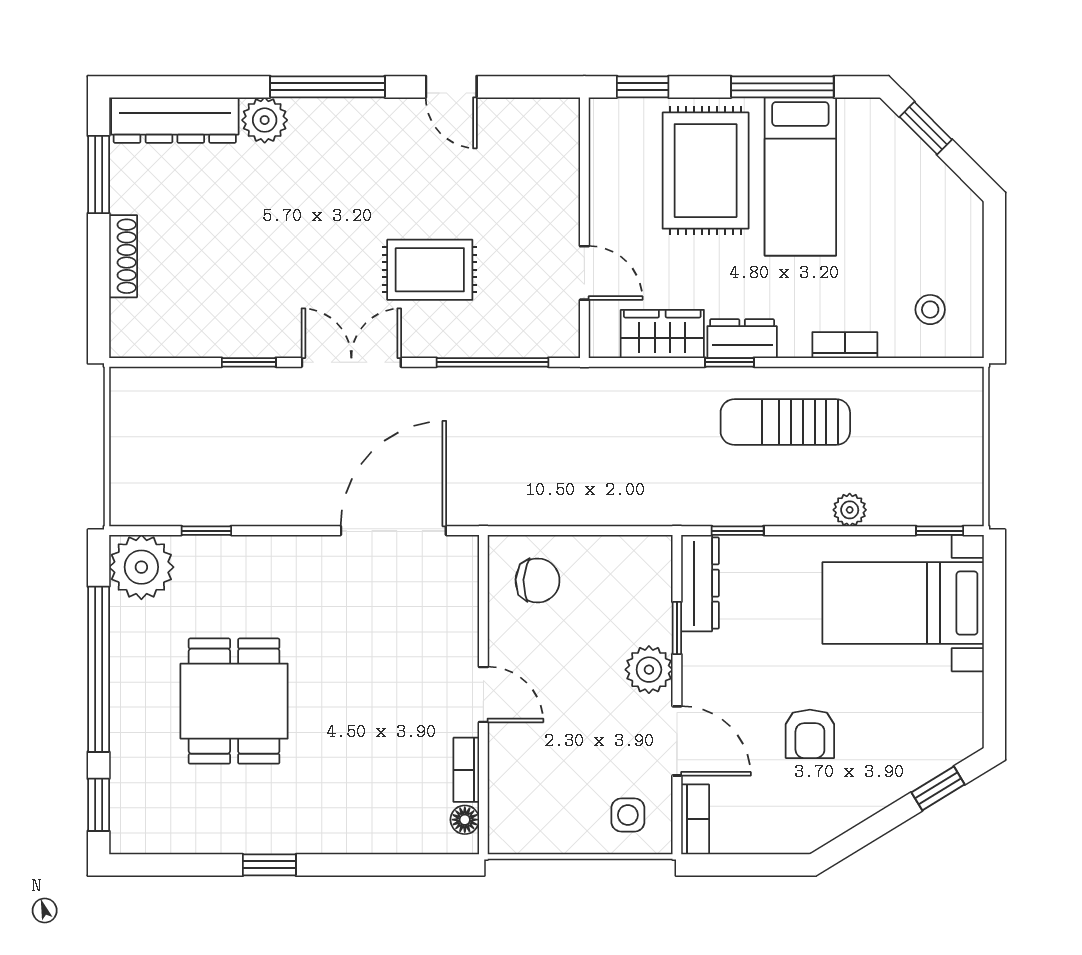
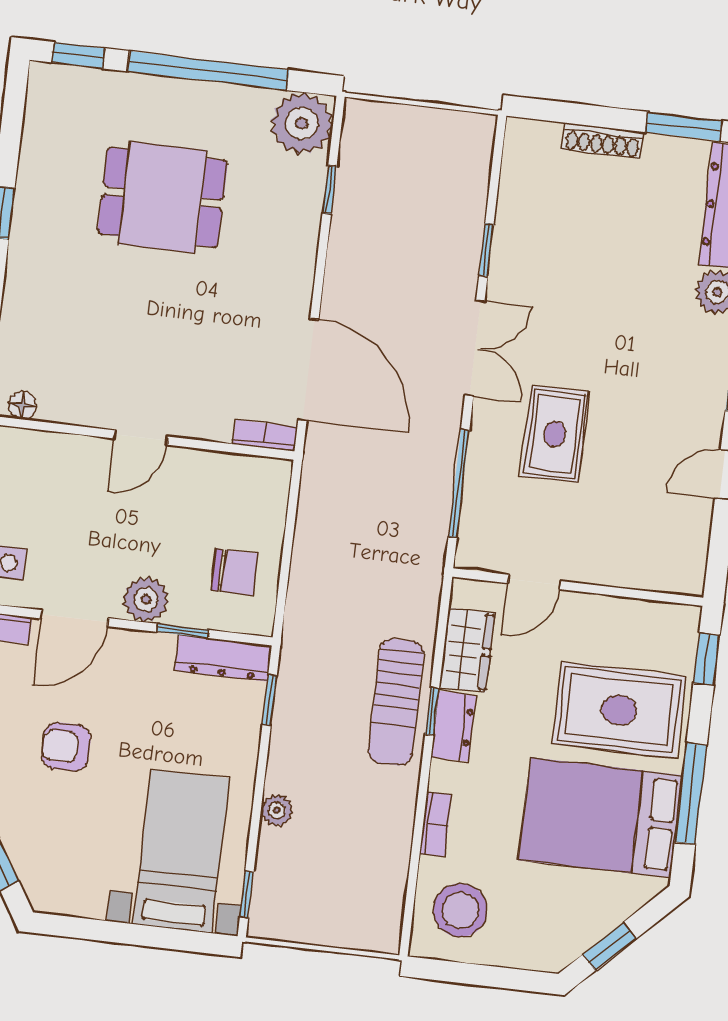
window: (926, 128) -> (609, 947), moved
bed: (800, 177) -> (601, 818), width x1.50
stool: (930, 310) -> (460, 910), width x1.89, depth x1.89
sun lounger: (785, 422) -> (396, 702), moved, turned 180
chair: (537, 581) -> (235, 572), moved, turned -93
bookcase: (466, 770) -> (265, 435), moved

